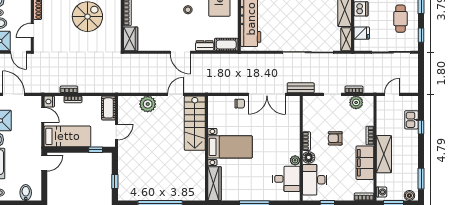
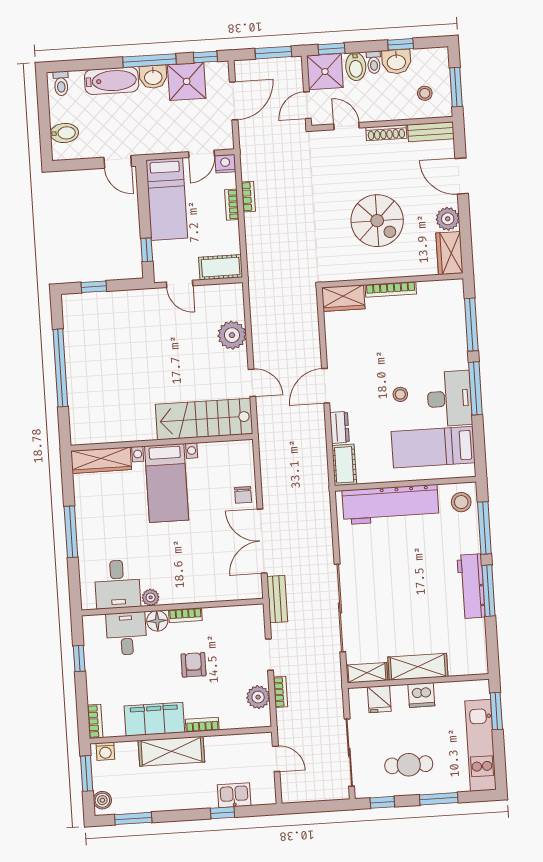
desk: (315, 180) -> (126, 634), width x0.73

